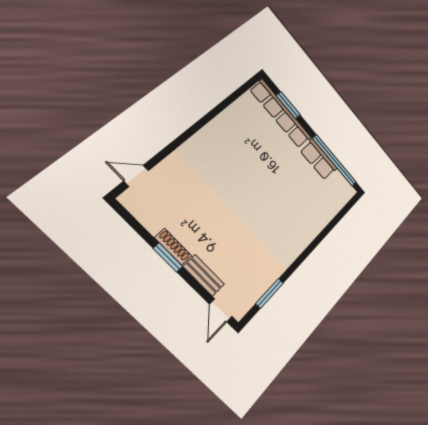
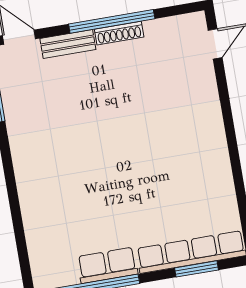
window: (168, 257) -> (112, 21), width x2.11

